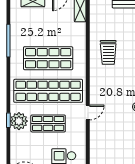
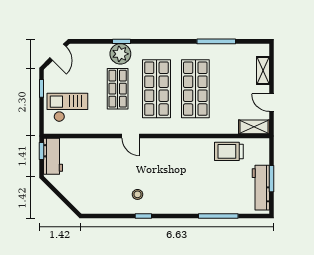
trolley: (108, 52) -> (229, 151), moved
shop shelf: (48, 91) -> (156, 89), width x0.71

